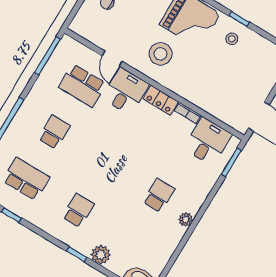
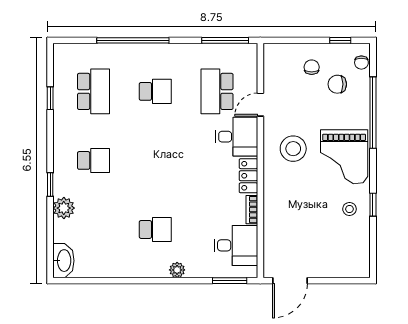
plant: (186, 220) -> (177, 270), moved

